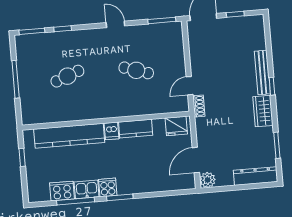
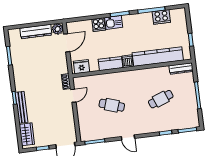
wardrobe: (263, 111) -> (27, 134), moved
dresser: (37, 118) -> (181, 68), added
dresser: (256, 176) -> (36, 32), moved
cooker: (108, 187) -> (99, 25), moved
kitchen sink: (87, 189) -> (114, 22), moved

